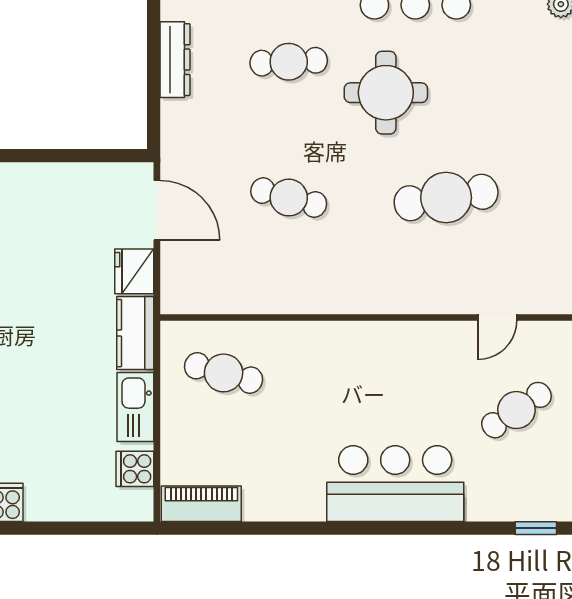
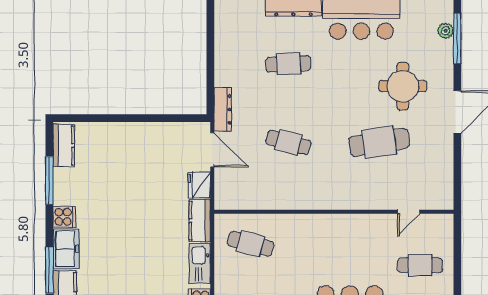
dresser: (175, 60) -> (223, 109), moved
round table: (386, 93) -> (403, 86), moved
cafe table: (516, 410) -> (420, 265), turned 34

